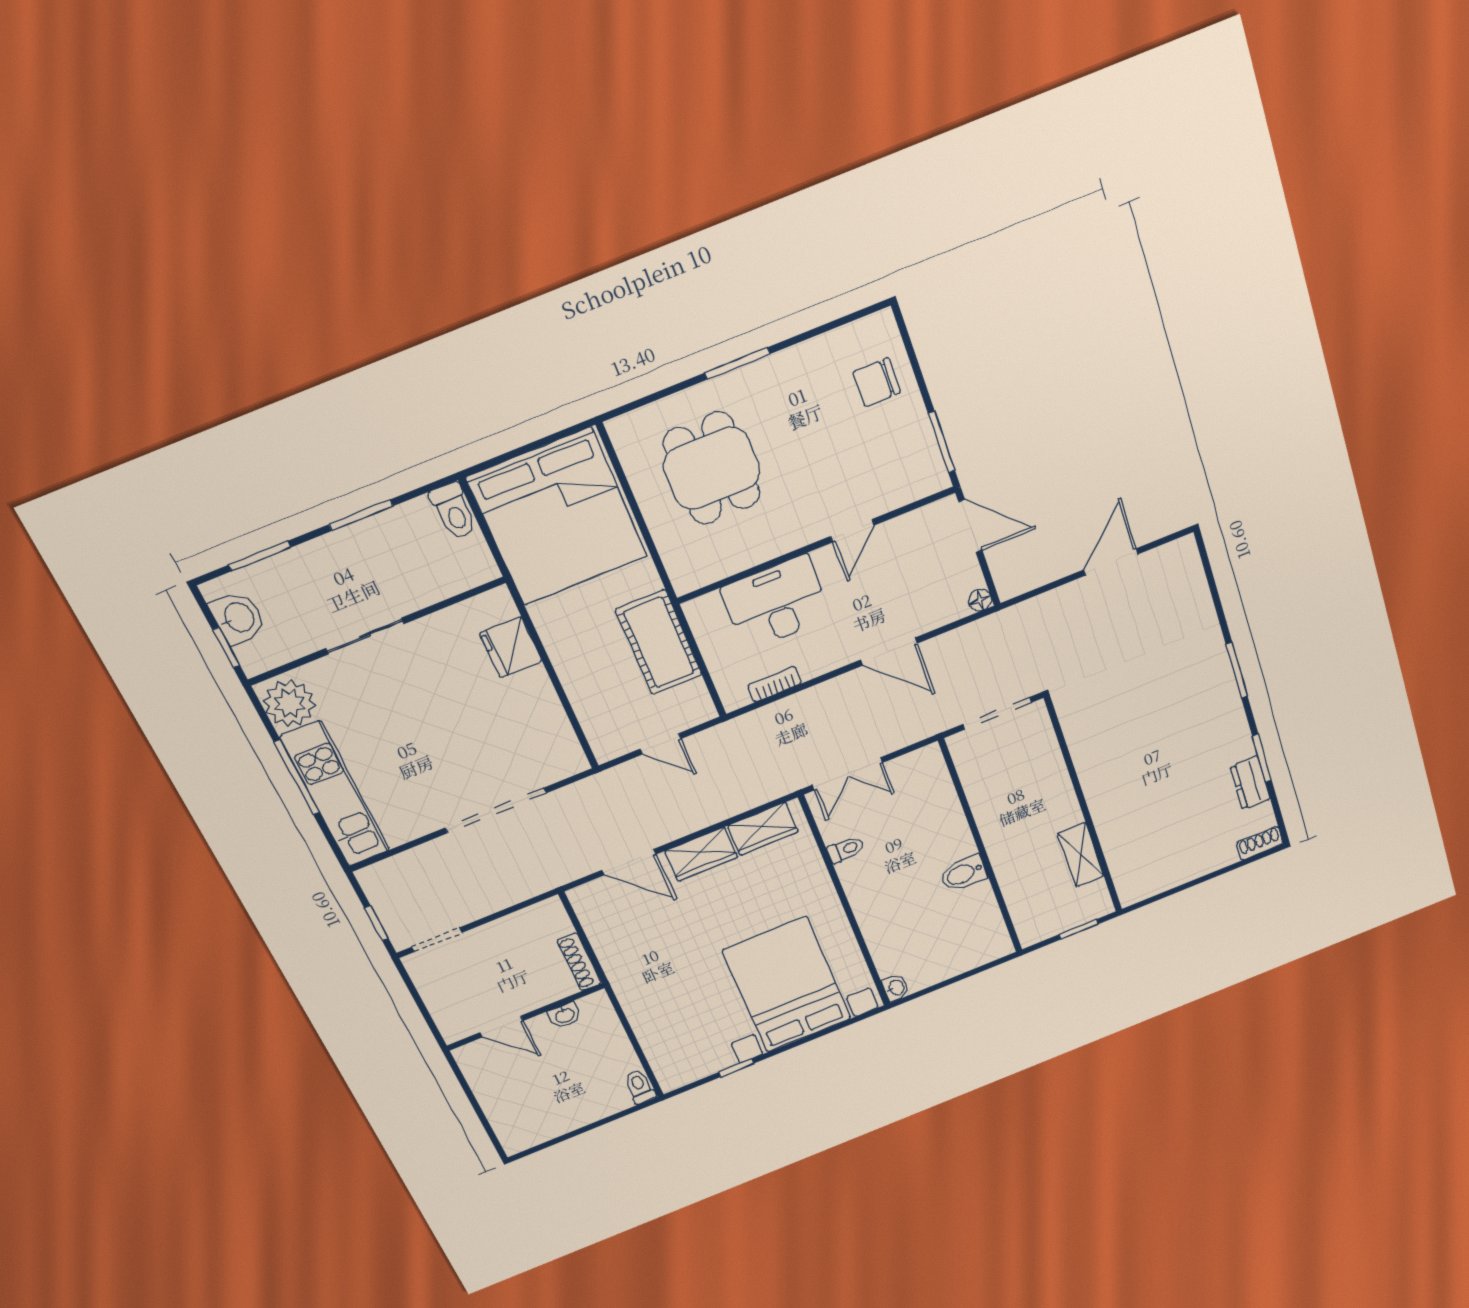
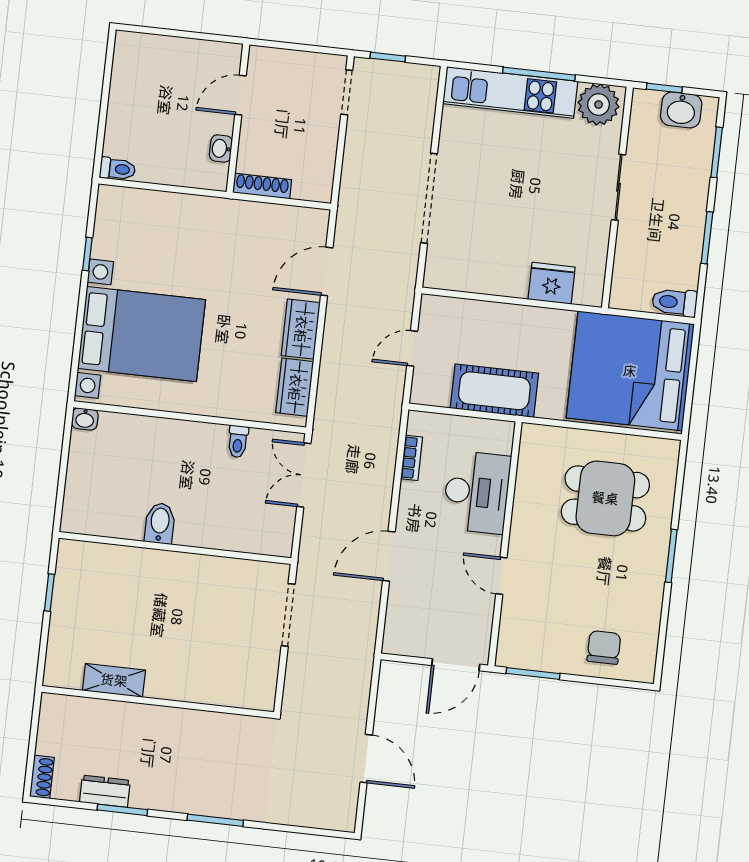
floor lamp: (980, 600) -> (392, 645), removed
wall: (1084, 806) -> (158, 702), moved
shelving: (1081, 855) -> (114, 680), moved

